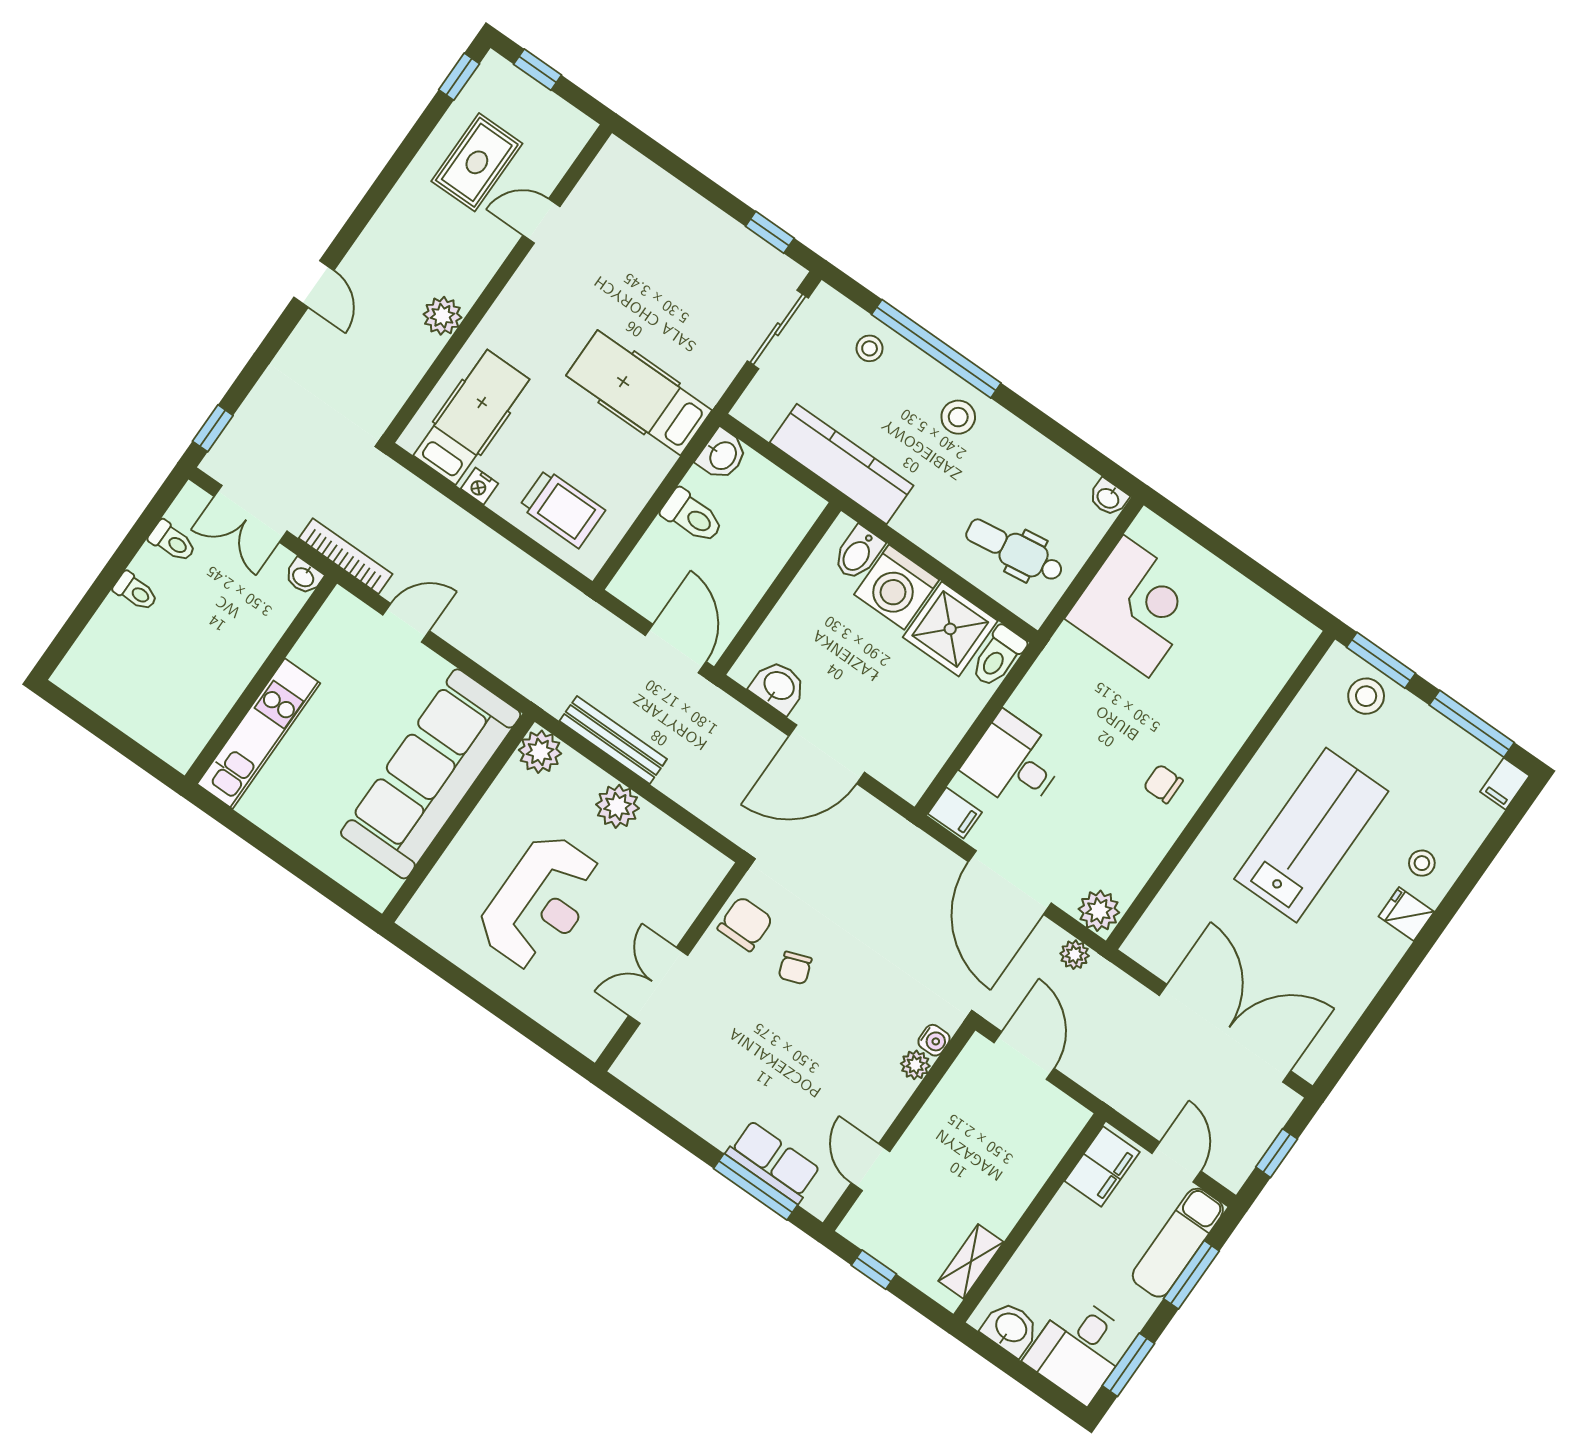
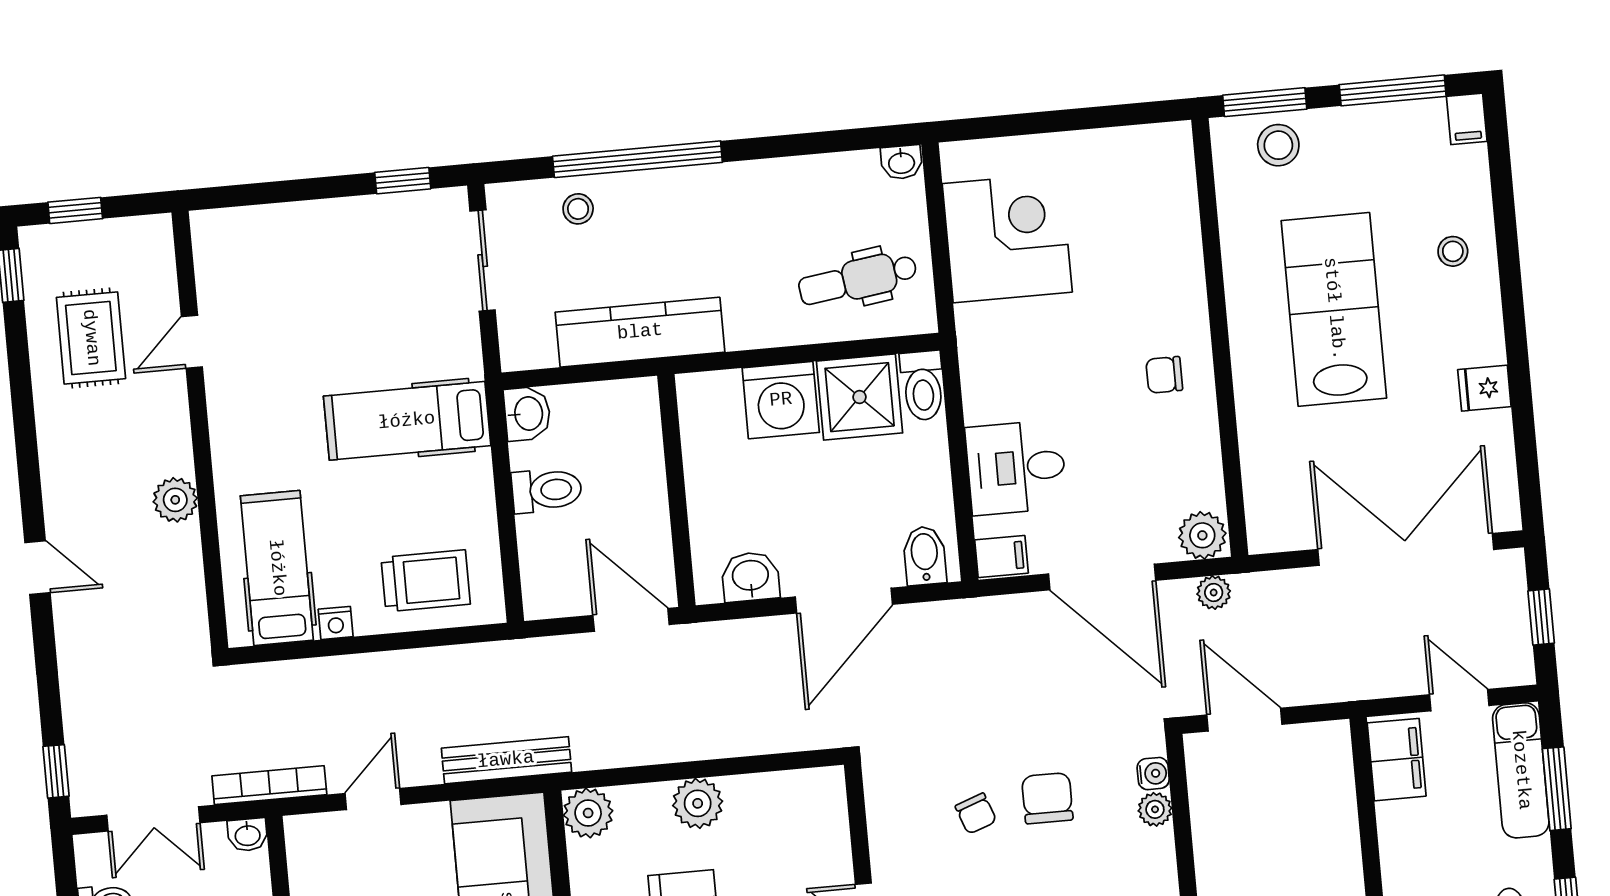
stool: (958, 417) -> (708, 203), removed
bidet: (858, 553) -> (925, 556), moved, turned 180
bench: (613, 740) -> (506, 760), moved
fridge: (1406, 914) -> (1484, 388), moved
chair: (745, 924) -> (1047, 798), moved

